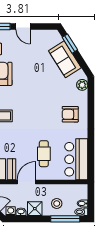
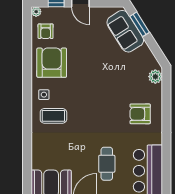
sofa: (65, 59) -> (125, 31), moved

